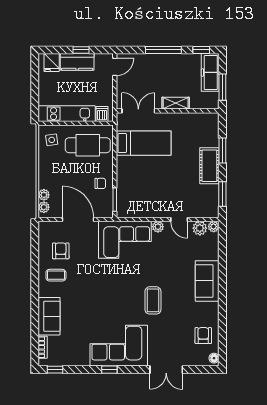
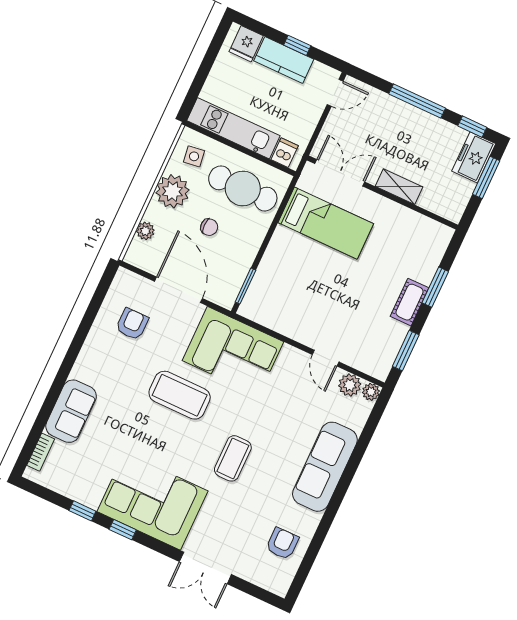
freezer: (210, 72) -> (474, 157), width x0.71
window: (222, 87) -> (486, 177), moved
cot: (209, 166) -> (410, 302), width x0.73, depth x0.75
chair: (100, 183) -> (209, 227), moved
plant: (44, 207) -> (172, 191), moved, width x1.88, depth x1.88
plant: (158, 227) -> (290, 355), removed
coffee table: (56, 275) -> (180, 395), moved, width x1.86, depth x1.72
sofa: (207, 281) -> (325, 467), width x1.36
floor lamp: (214, 358) -> (283, 584), removed
window: (55, 370) -> (82, 511), moved

